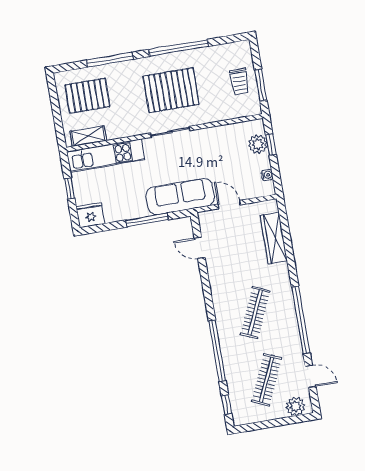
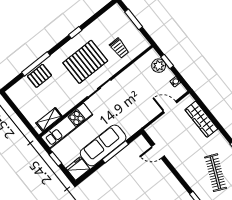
window: (179, 48) -> (75, 33), width x0.32
trolley: (239, 82) -> (119, 48), moved
window: (261, 85) -> (134, 19), moved
pallet: (88, 96) -> (40, 76), moved, width x0.67, depth x0.71
sofa: (180, 197) -> (103, 145), moved
door: (229, 205) -> (170, 107), moved

